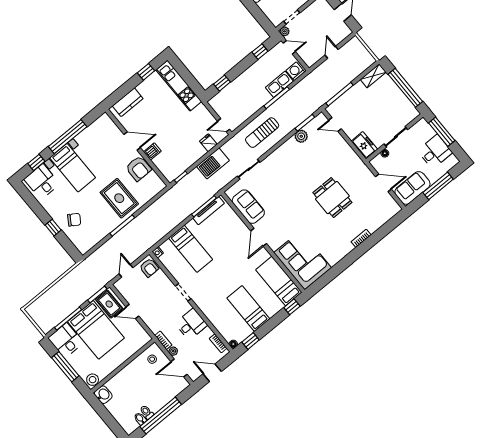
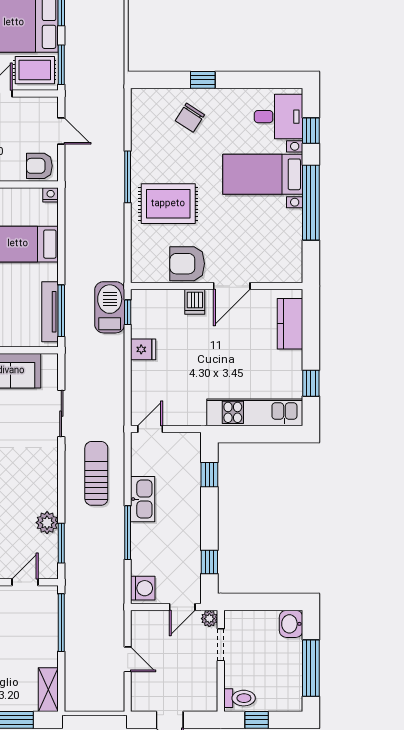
kitchen sink: (279, 84) -> (143, 499), moved
fridge: (208, 143) -> (143, 349), moved
barbecue: (213, 163) -> (110, 307), moved

